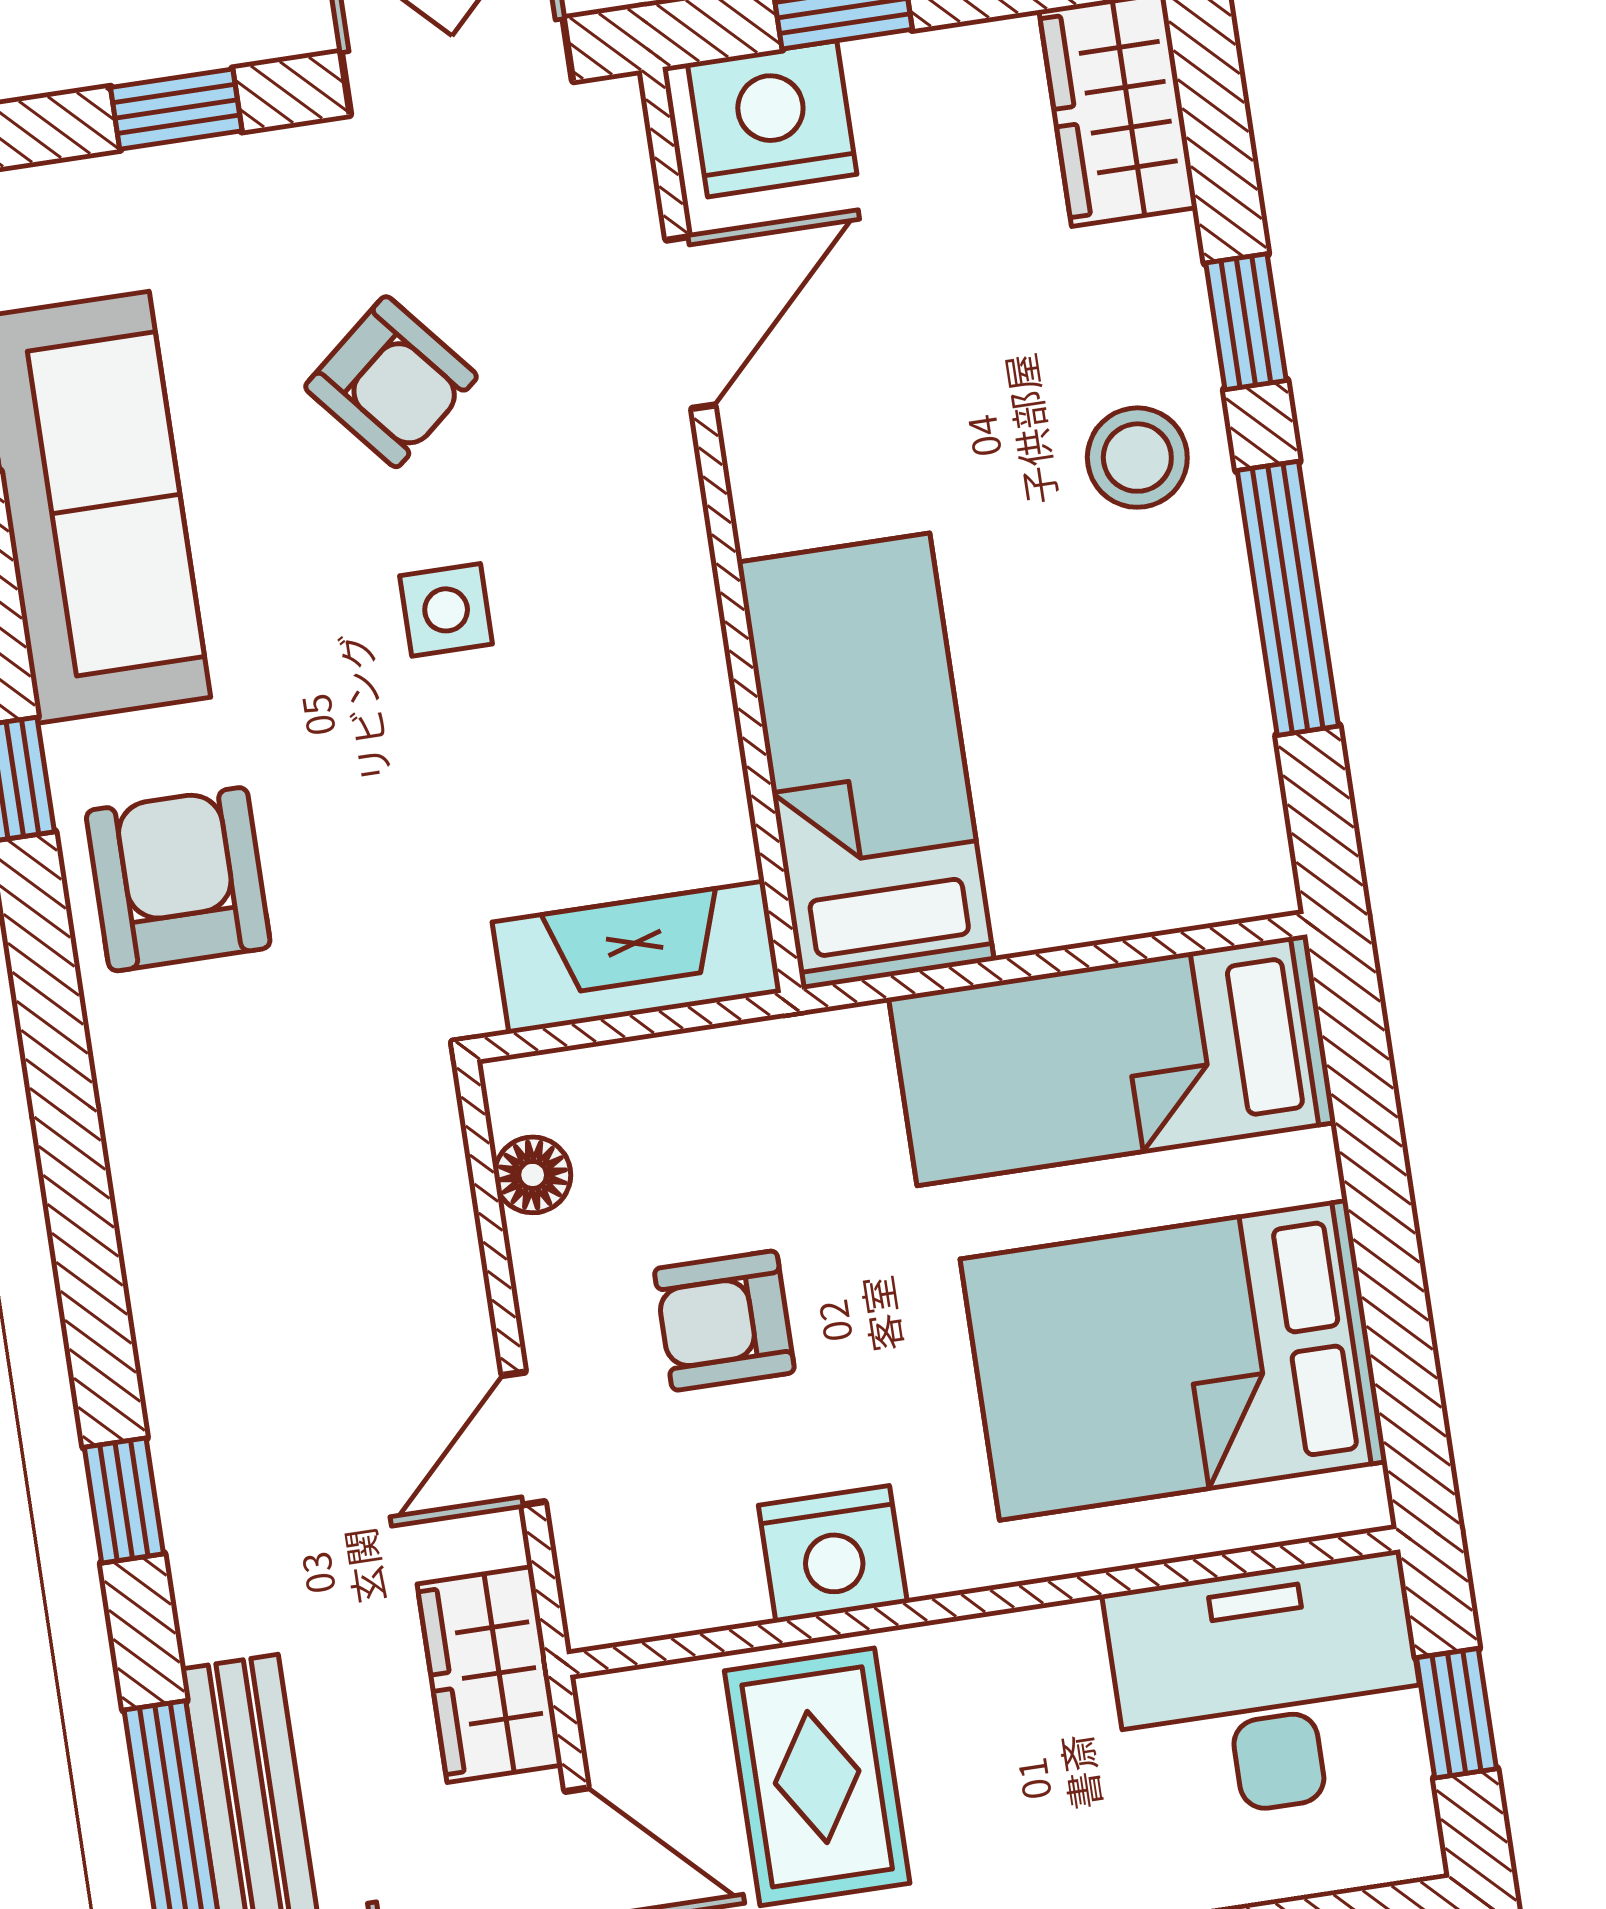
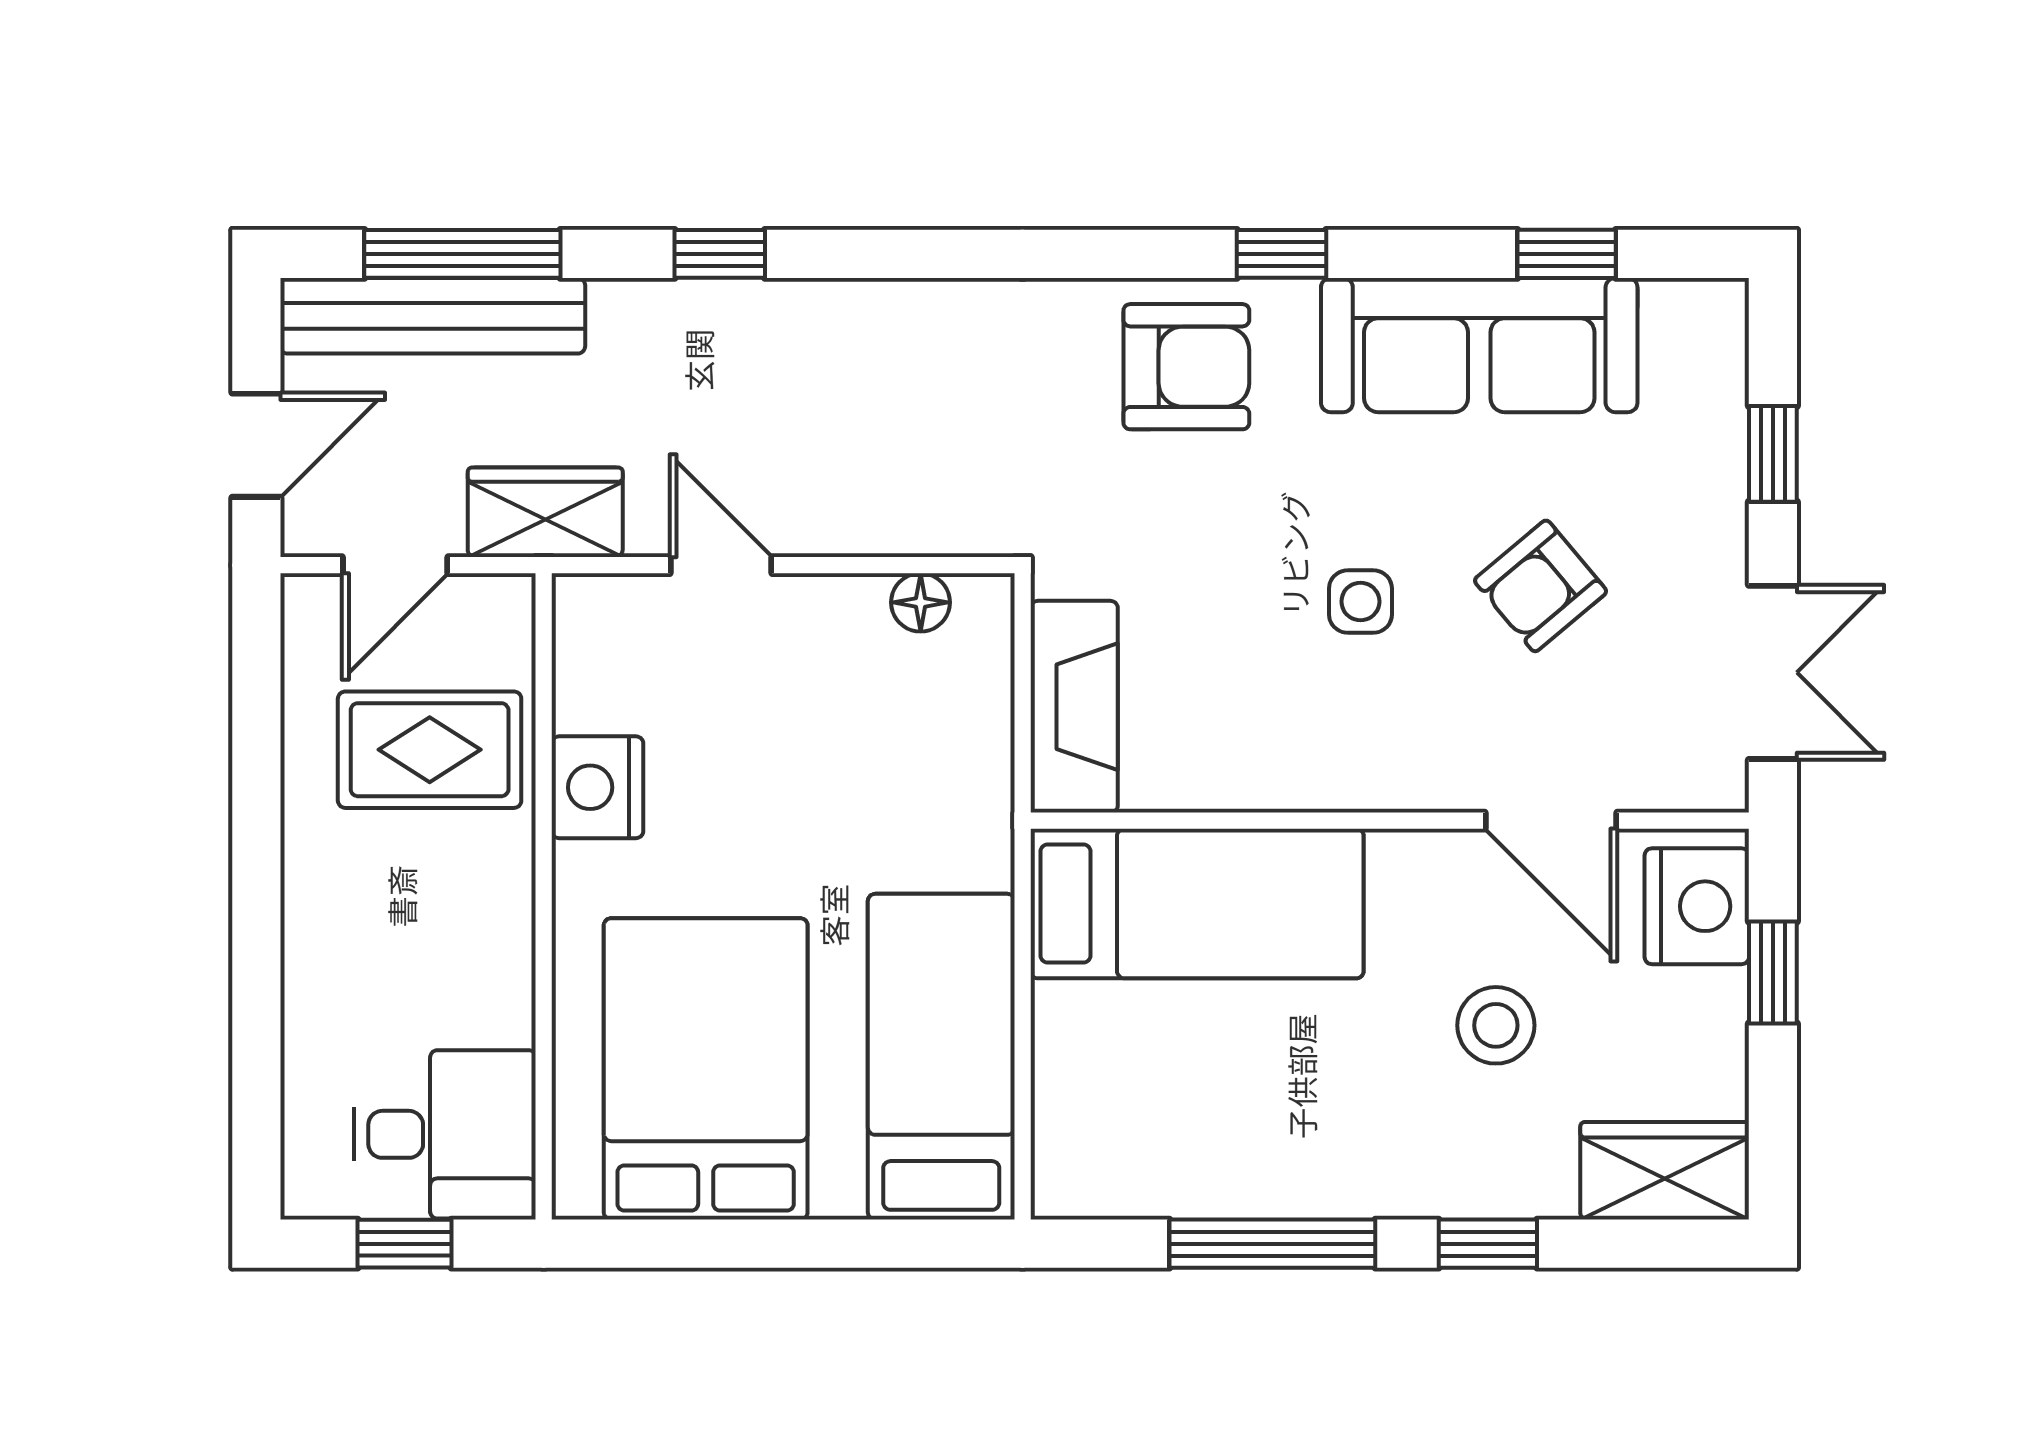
stool: (1137, 458) -> (1496, 1025), moved
armchair: (724, 1321) -> (788, 732), removed
desk: (1268, 1689) -> (445, 1134), width x0.73

